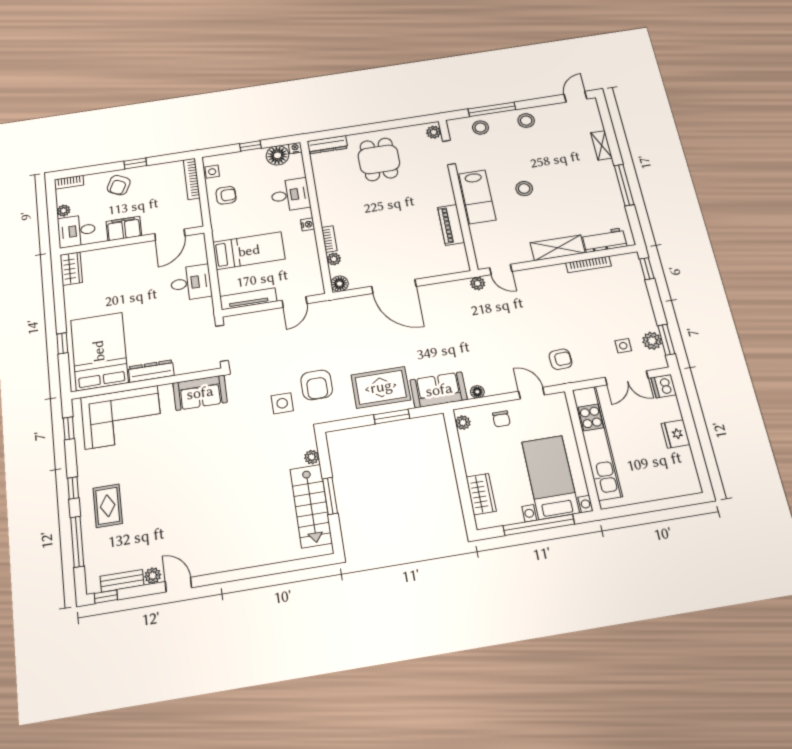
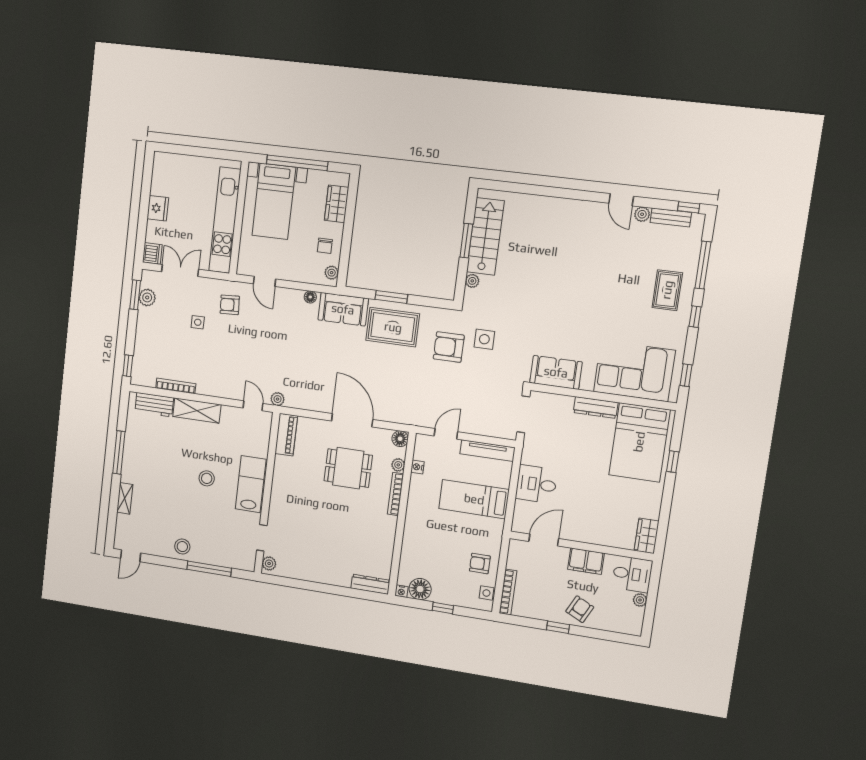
stool: (480, 128) -> (225, 554), removed
dining table: (379, 159) -> (348, 468), moved, turned 90
bookcase: (69, 182) -> (628, 629), removed
desk: (290, 195) -> (420, 544), removed
nightstand: (308, 224) -> (417, 467), moved
piano: (451, 225) -> (286, 435), moved
bookcase: (329, 239) -> (396, 494), width x1.56
side table: (623, 346) -> (198, 322), moved
armchair: (317, 385) -> (449, 347), turned -90
chair: (501, 419) -> (325, 246), moved, turned 180

